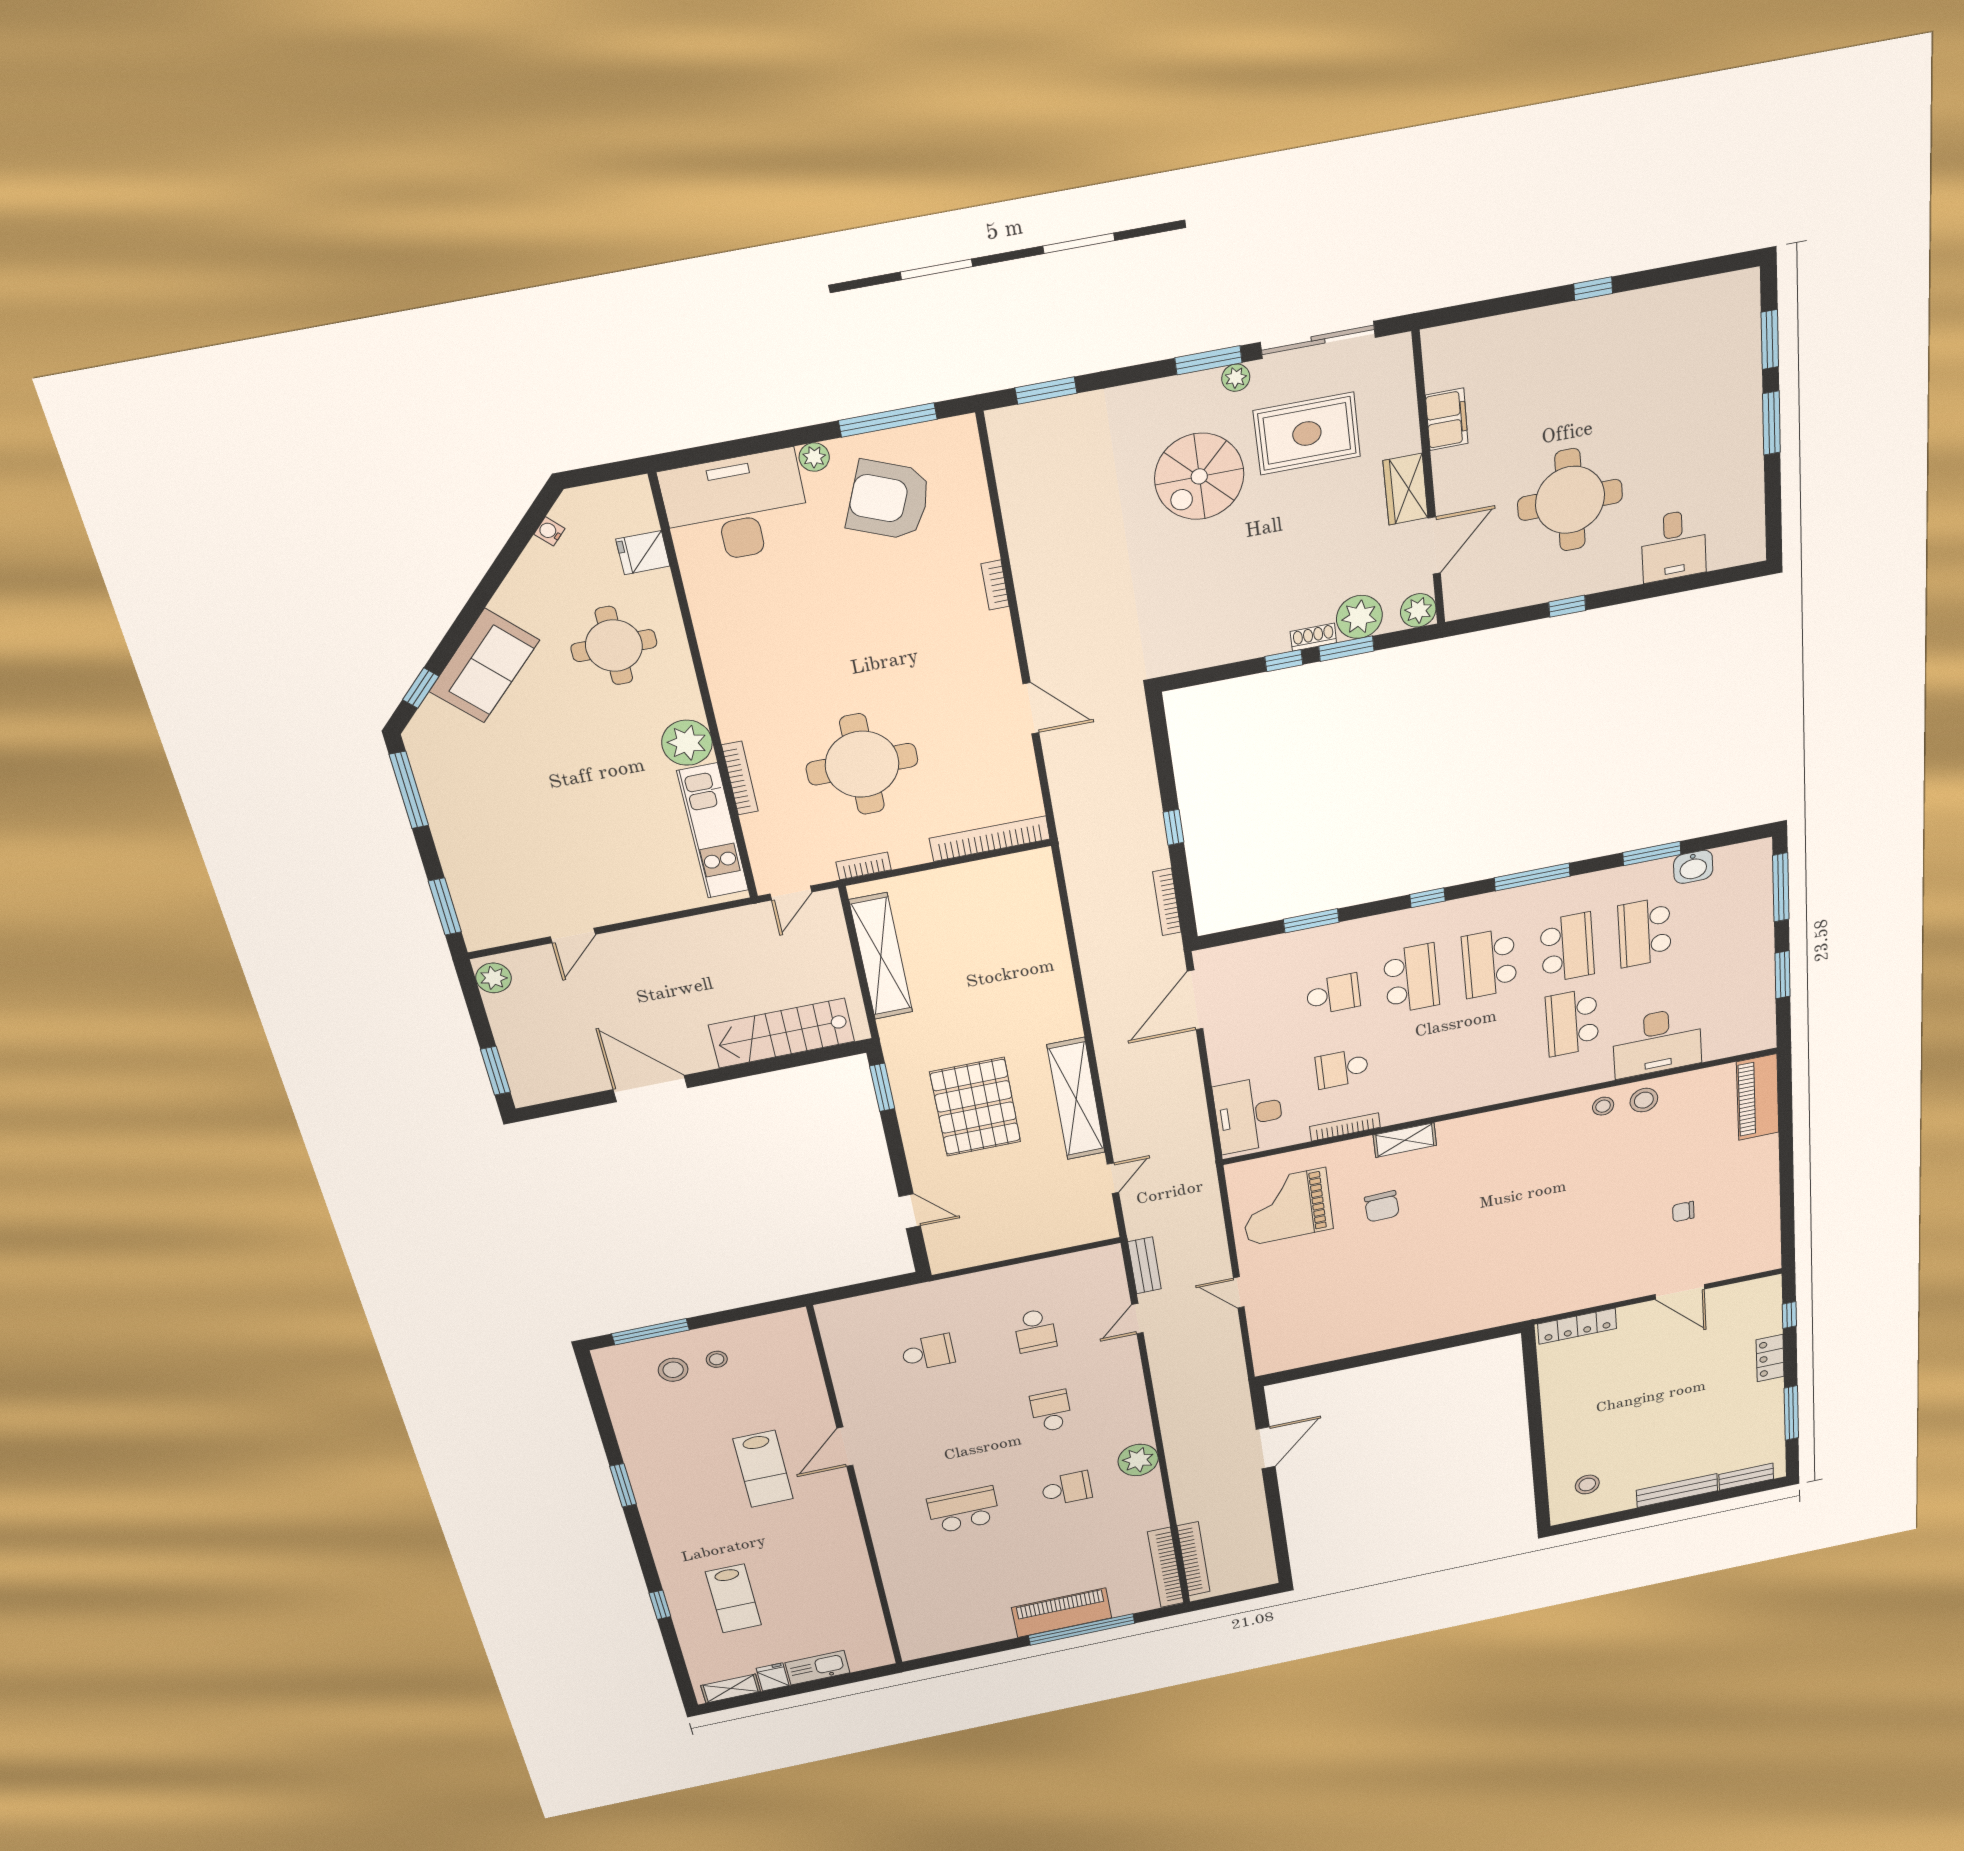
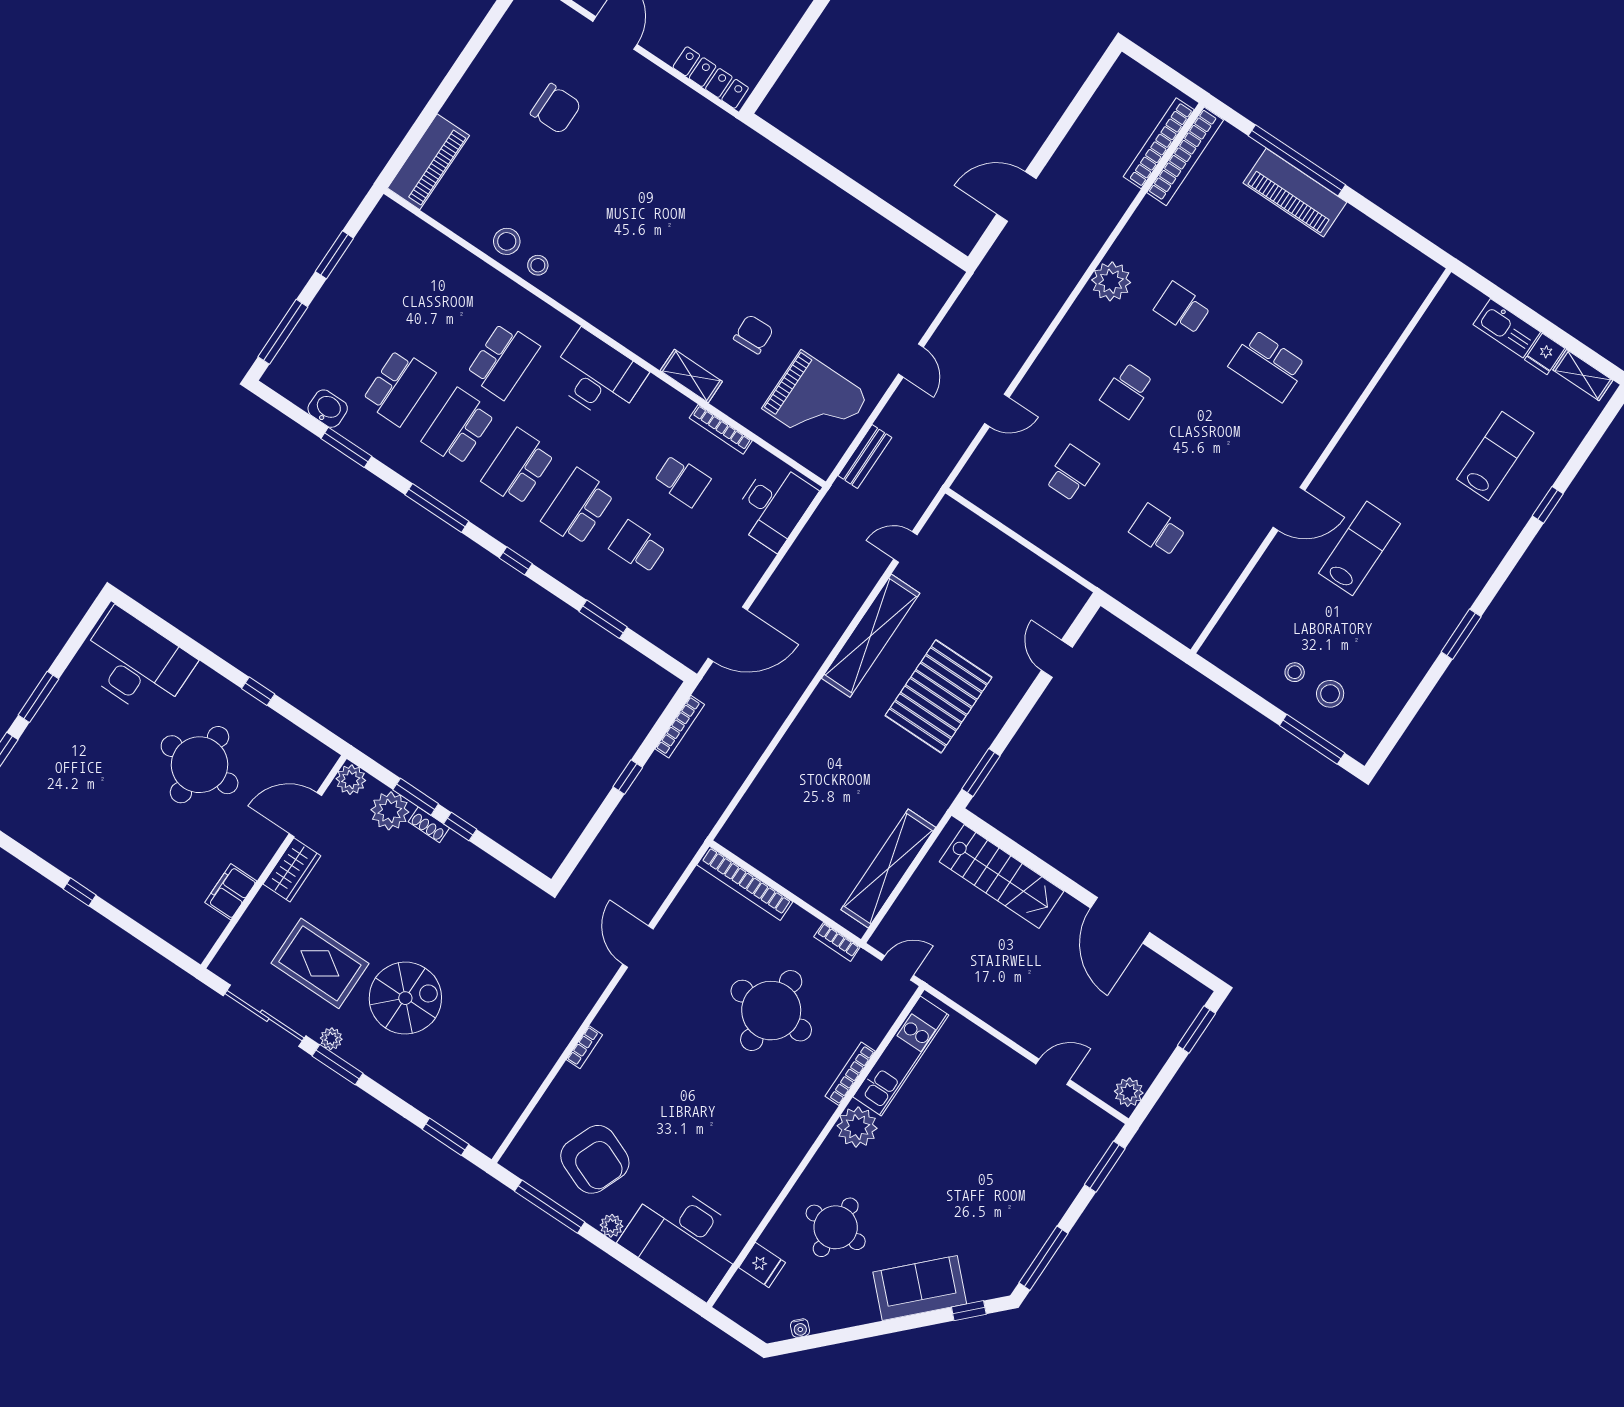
desk: (1674, 546) -> (136, 663), width x1.87, depth x1.30
school desk: (1489, 963) -> (518, 467), turned 180
desk: (1657, 1042) -> (598, 376), moved
chair: (1683, 1212) -> (556, 109), width x1.87, depth x1.87
bench: (1144, 1265) -> (865, 457), moved

